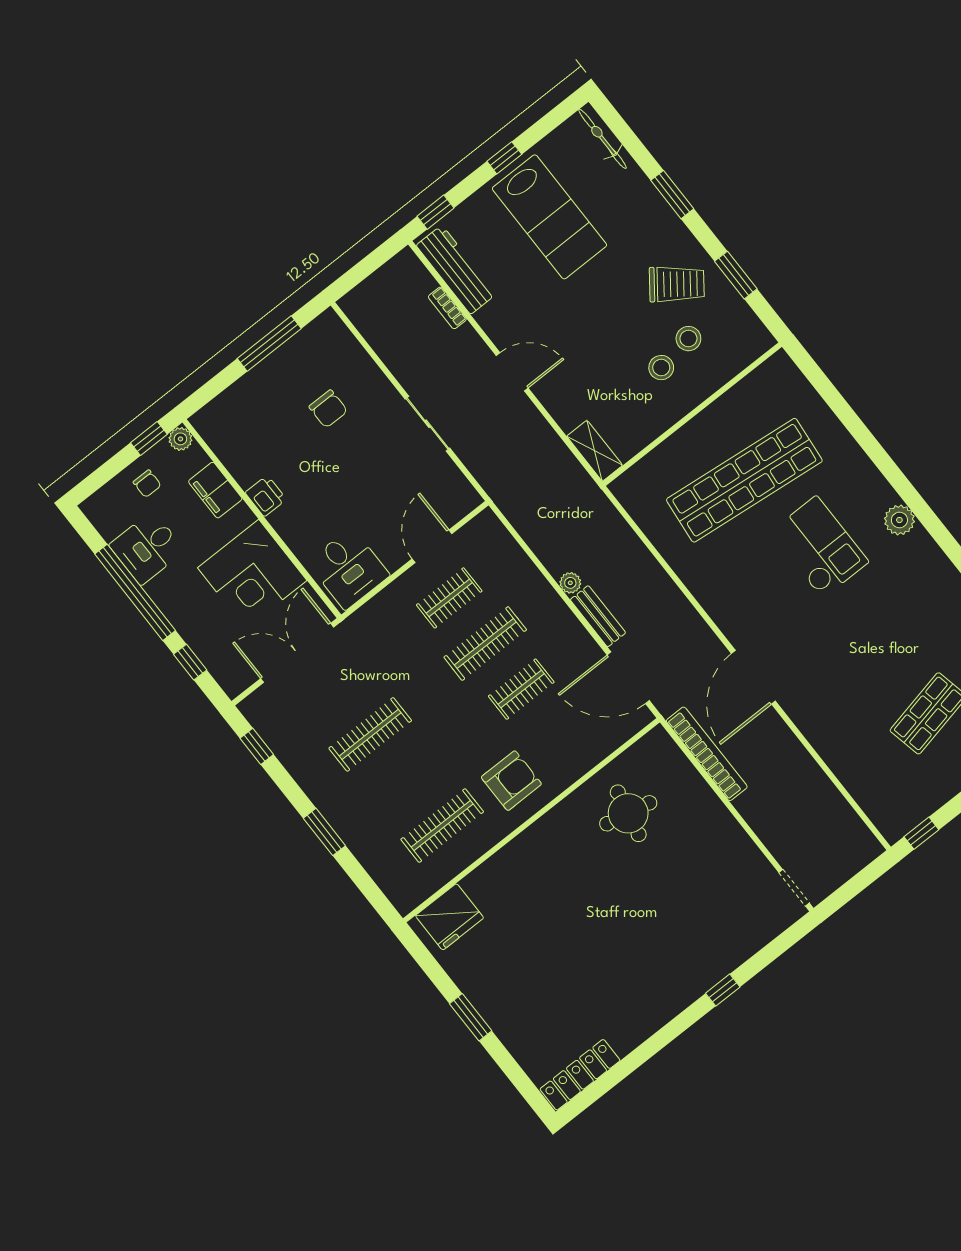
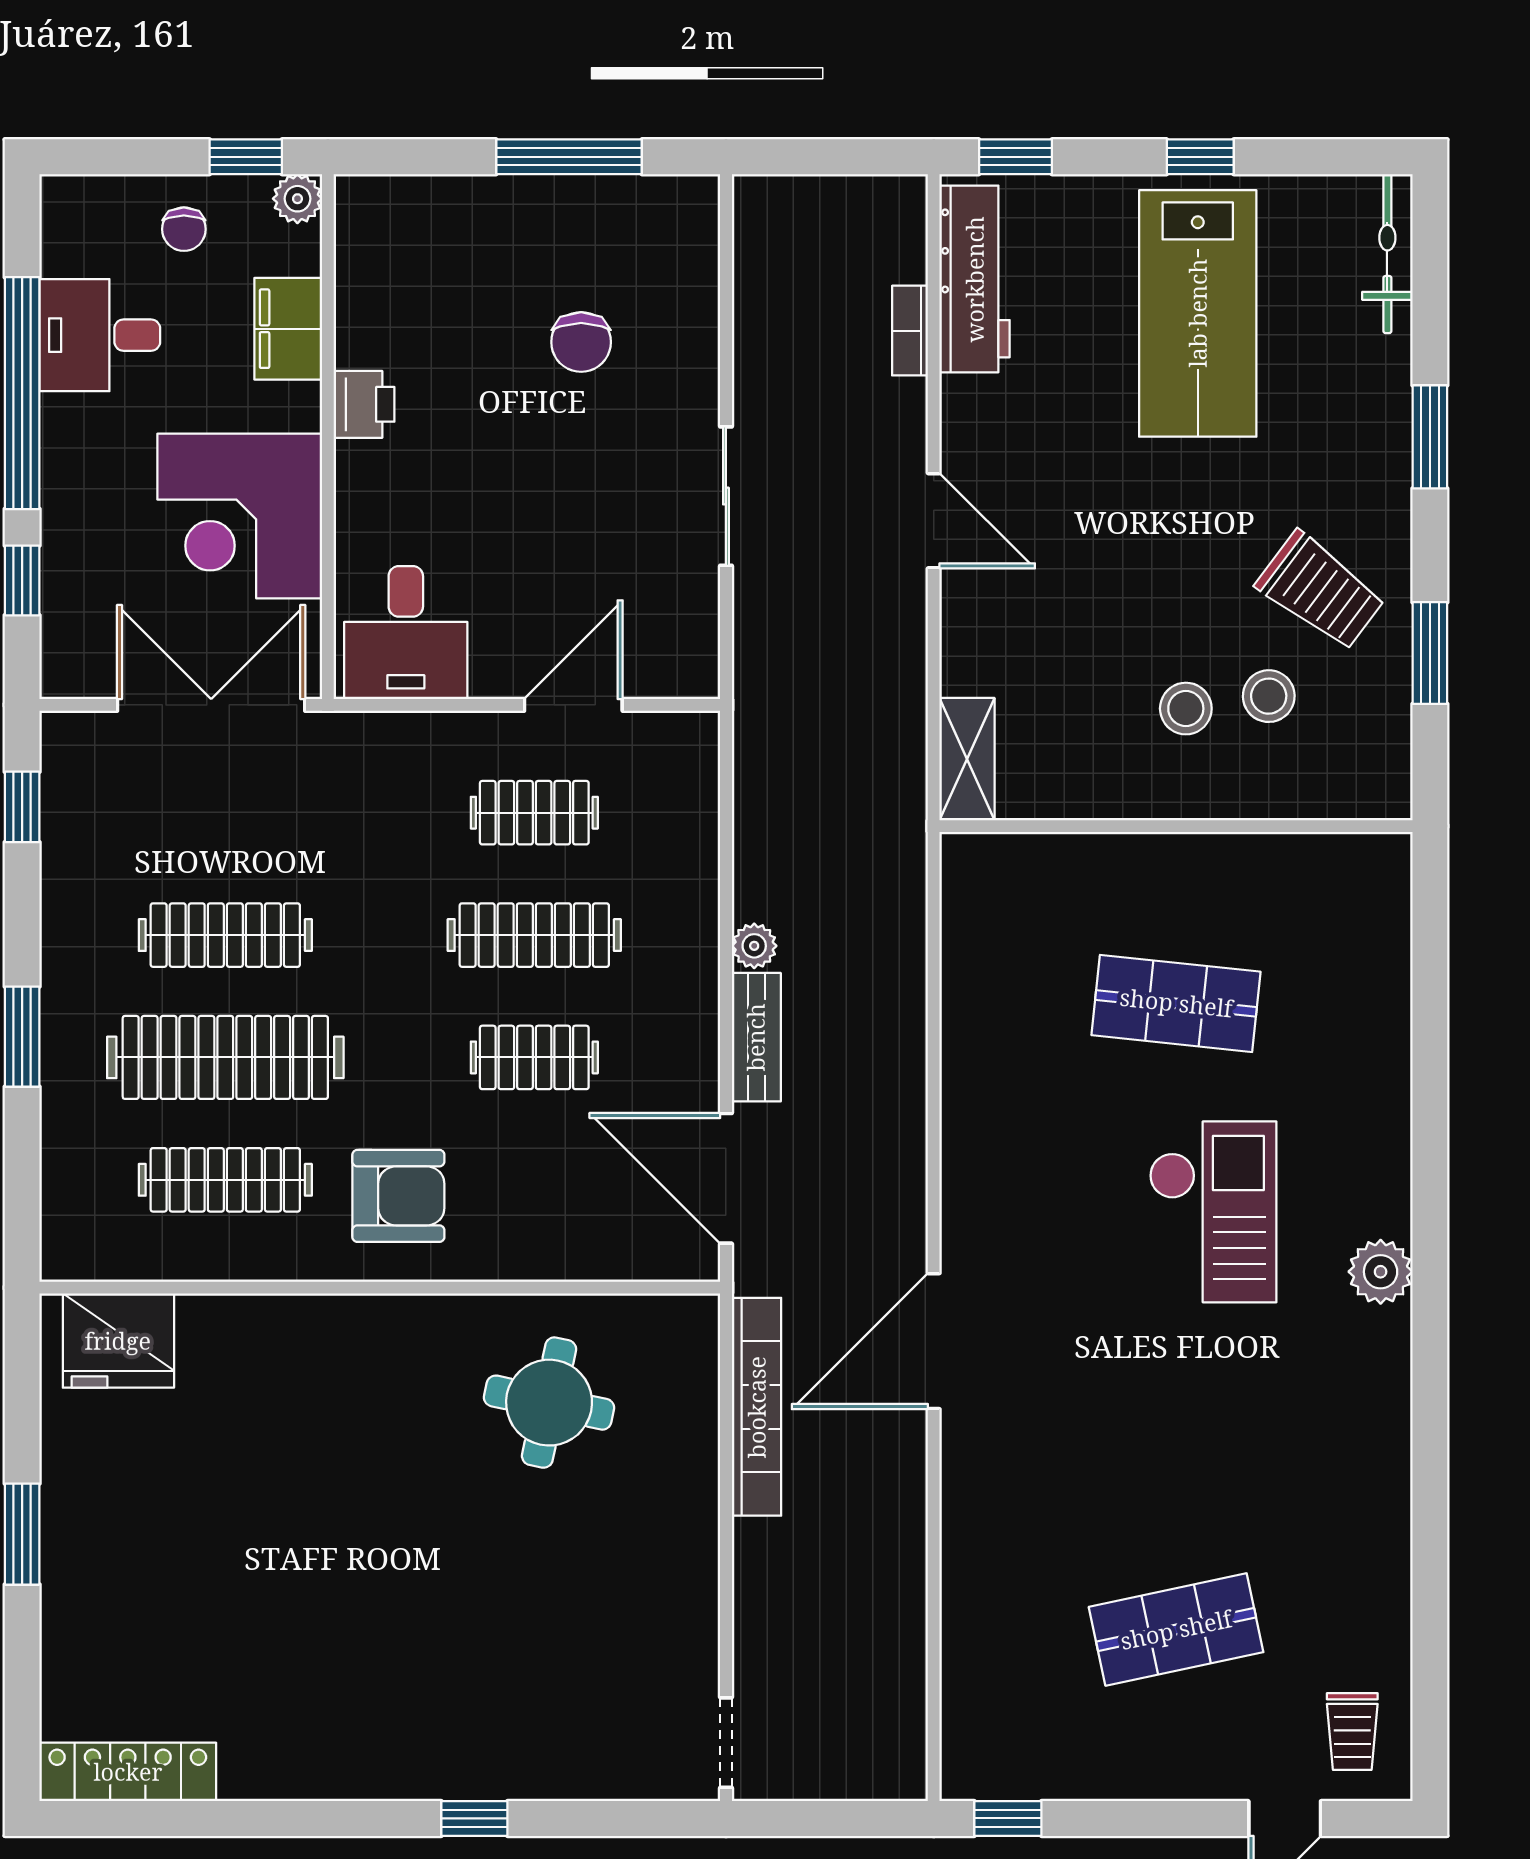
shop shelf: (744, 480) -> (1176, 1003), width x0.50, depth x0.74
clothes rail: (406, 780) -> (225, 1057), added

